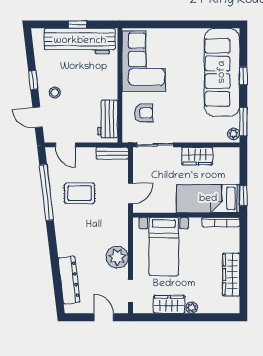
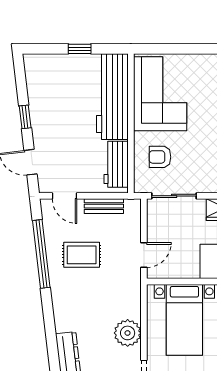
workbench: (80, 41) -> (112, 97), moved, turned 90
stool: (55, 93) -> (51, 132), removed
armchair: (144, 113) -> (160, 157), turned 180
bench: (112, 153) -> (104, 206), moved

